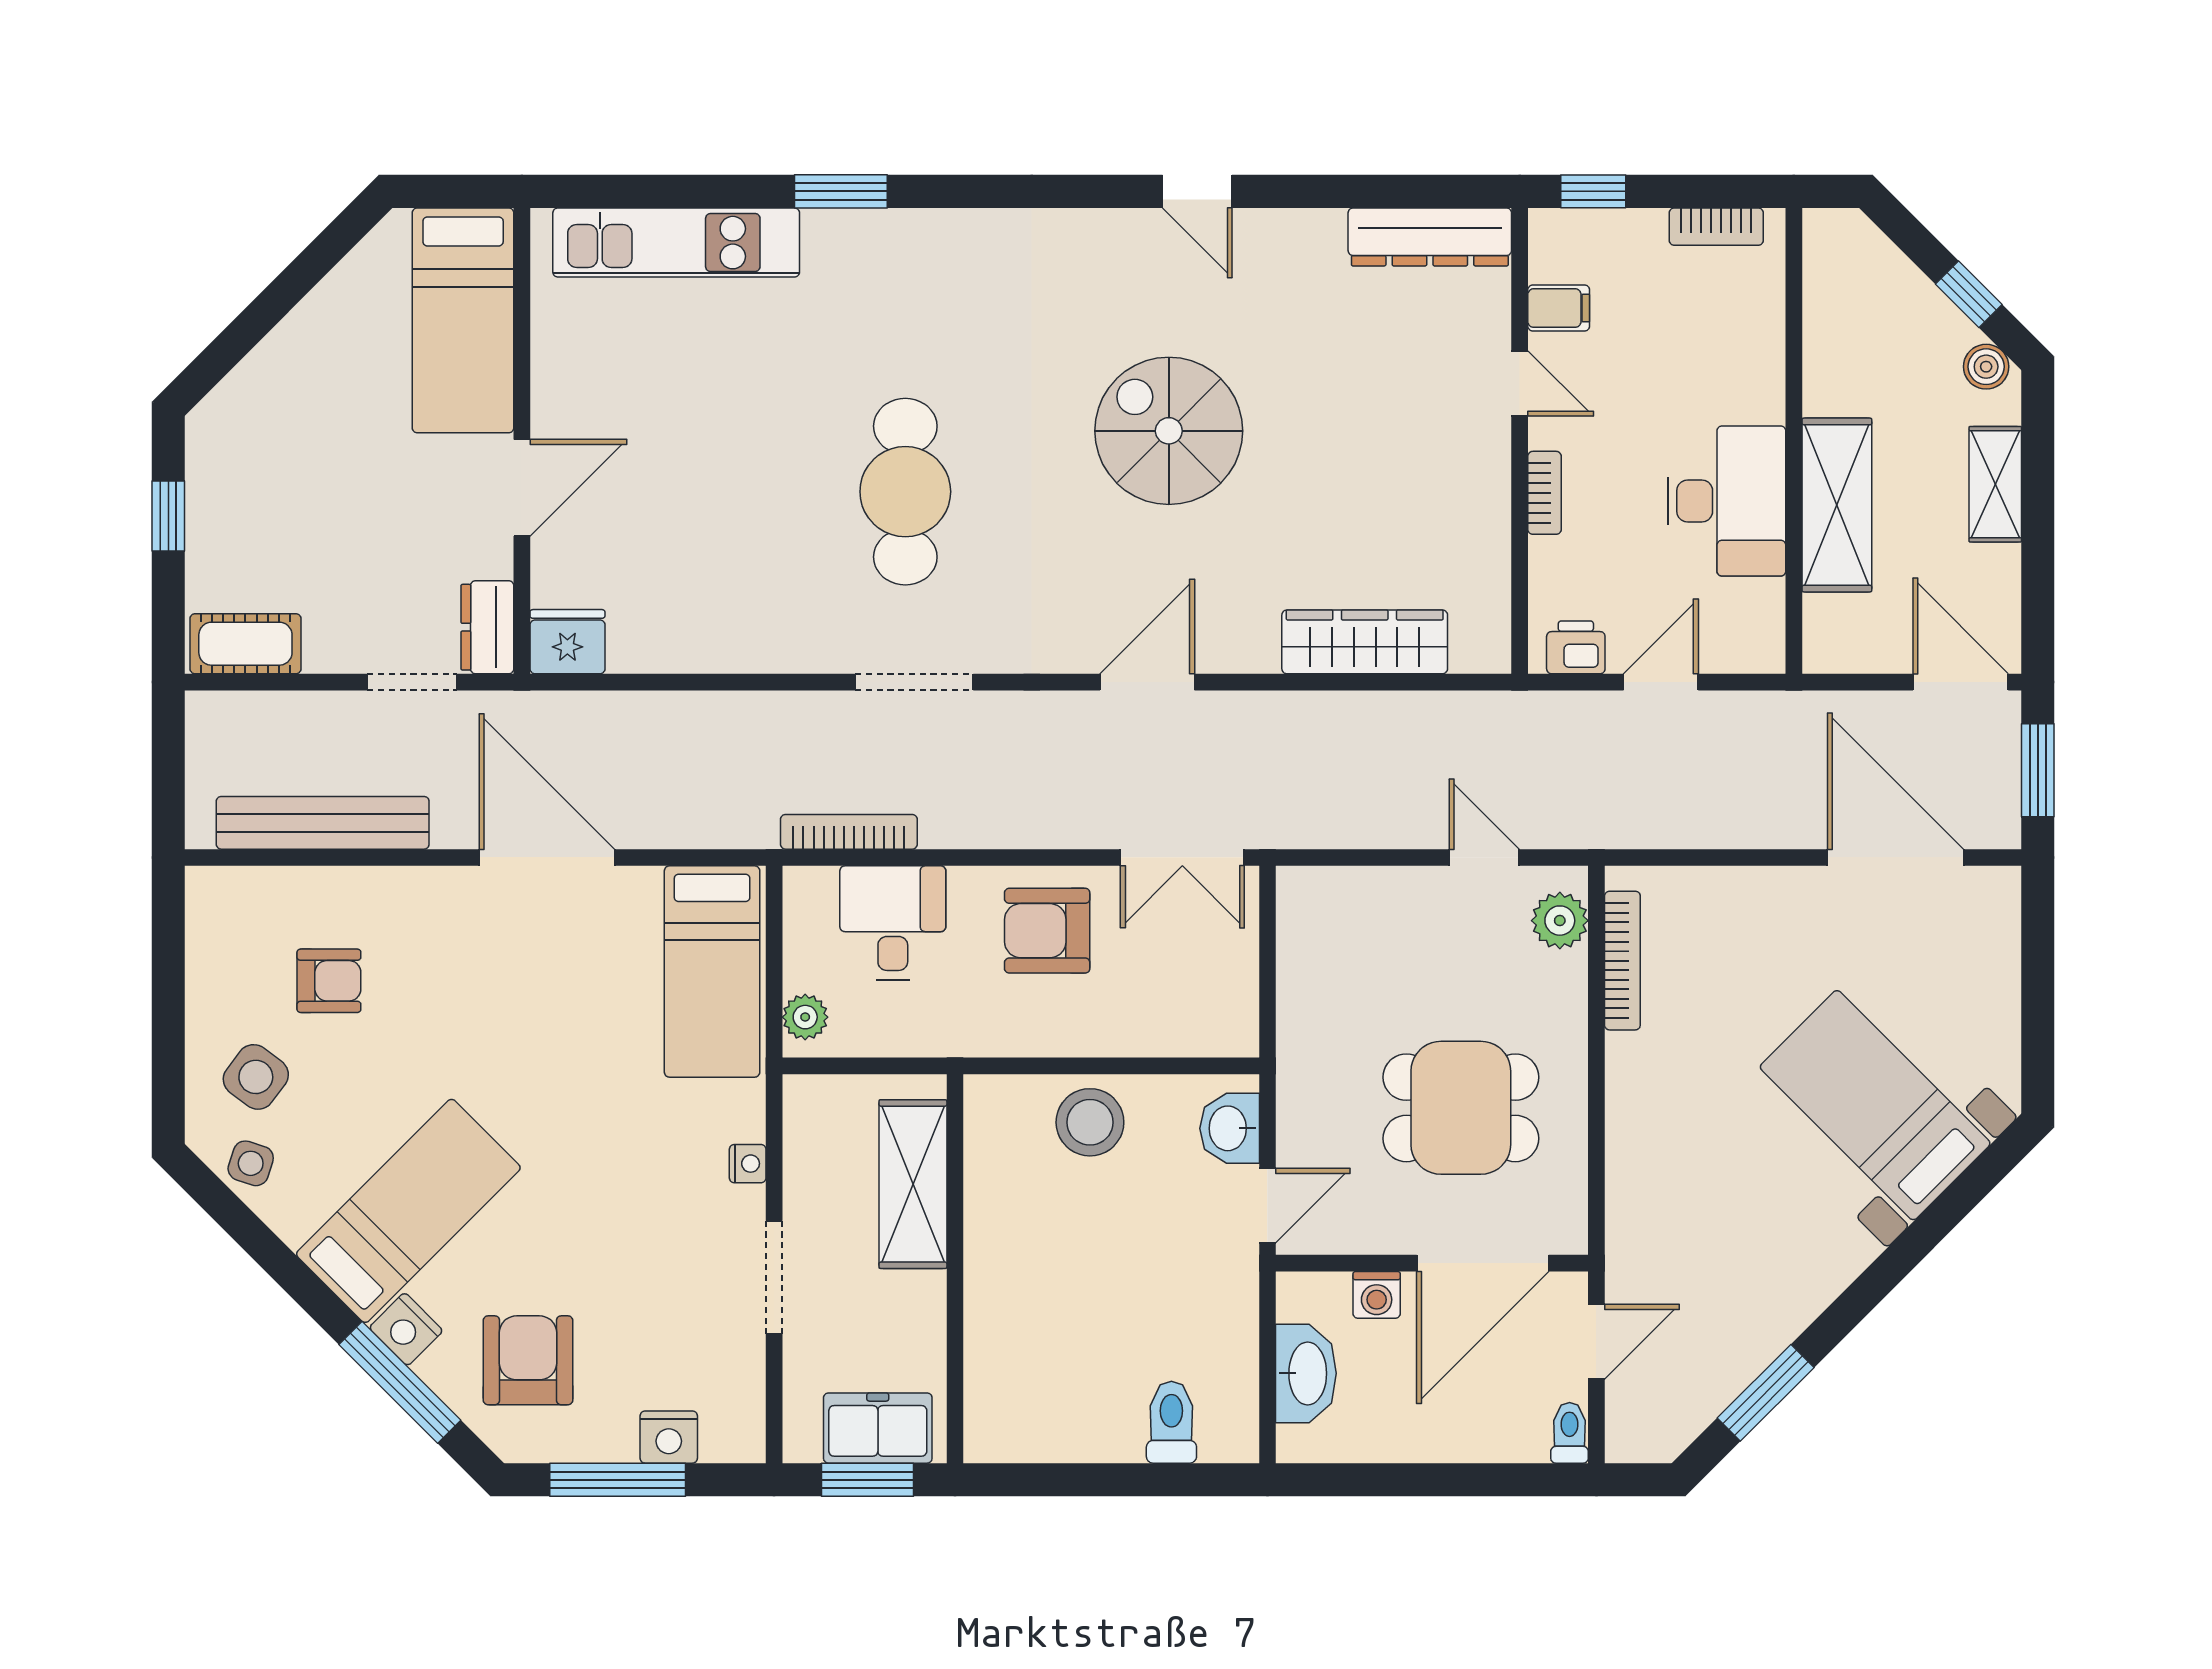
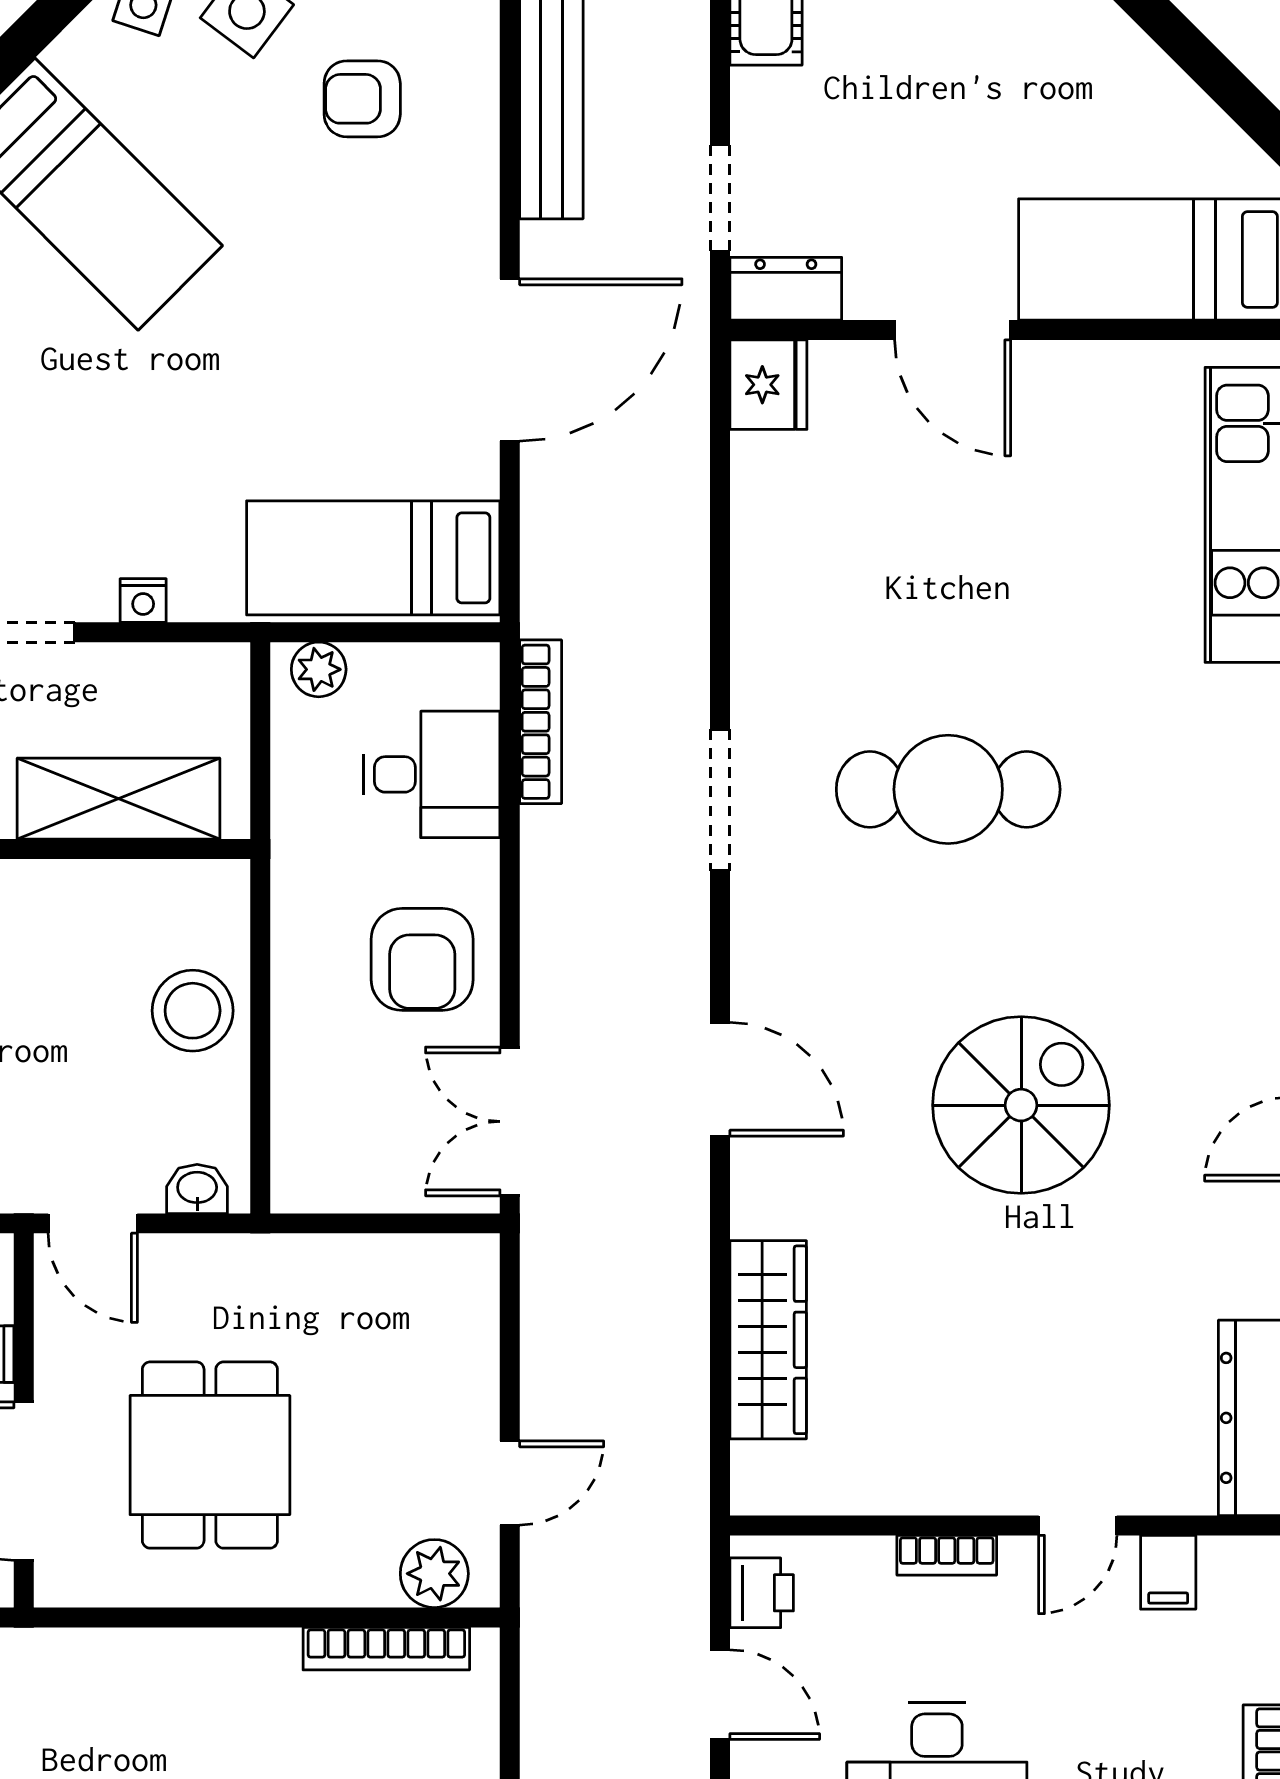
armchair: (1047, 931) -> (422, 959), turned 180
armchair: (329, 981) -> (362, 99), turned 90
washbasin: (1230, 1128) -> (197, 1189), width x0.72, depth x0.69

